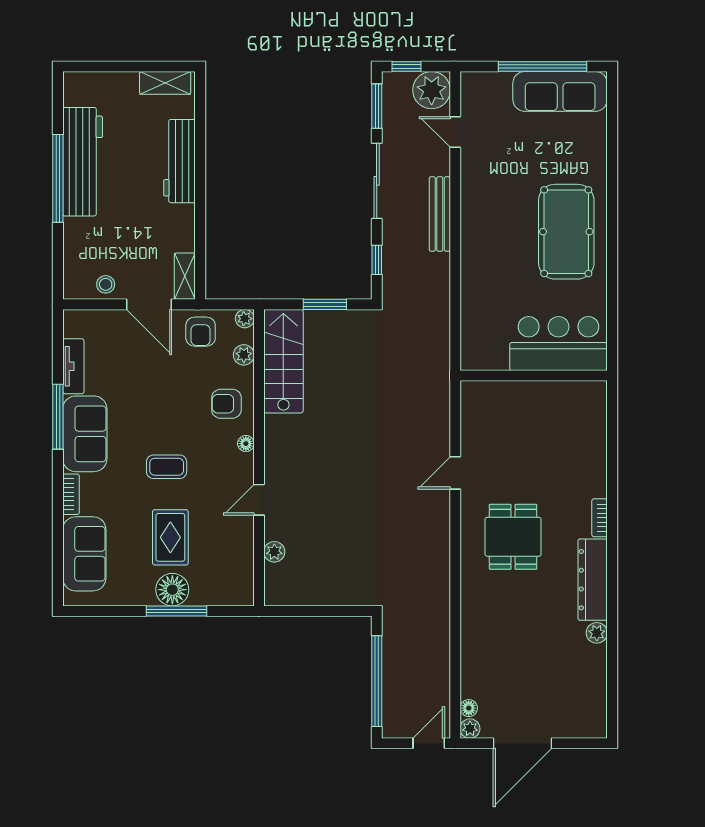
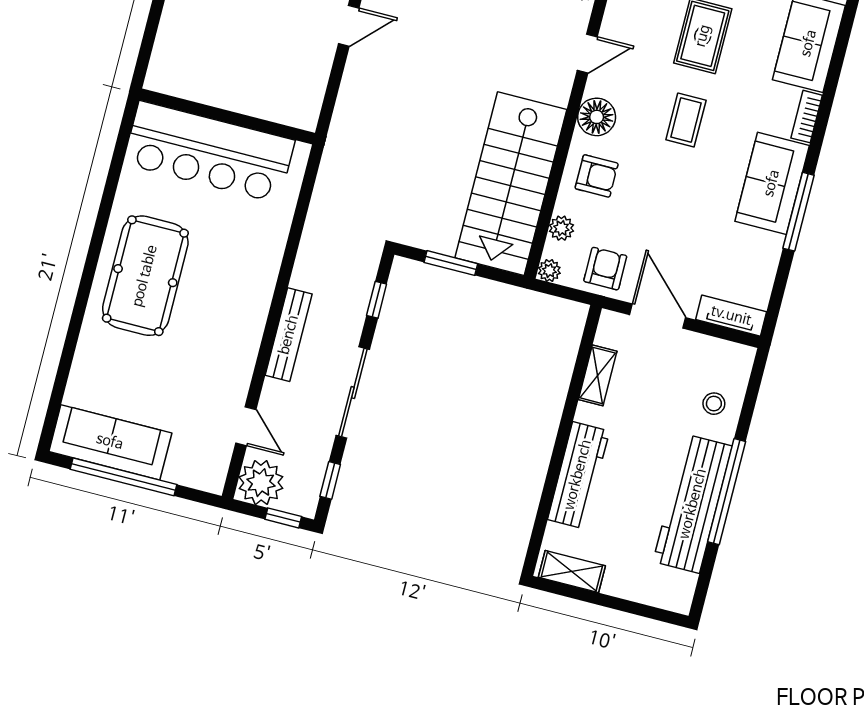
window: (377, 106) -> (330, 480), width x0.67
shelving: (185, 276) -> (598, 375), moved
stool: (106, 284) -> (714, 404), moved
bar counter: (559, 344) -> (209, 152), width x1.36
stairs: (283, 361) -> (511, 184), width x1.36, depth x1.51
tv unit: (73, 366) -> (731, 316), moved, turned 90
floor lamp: (246, 444) -> (597, 117), width x1.89, depth x1.89
coffee table: (167, 467) -> (686, 120), turned 90

